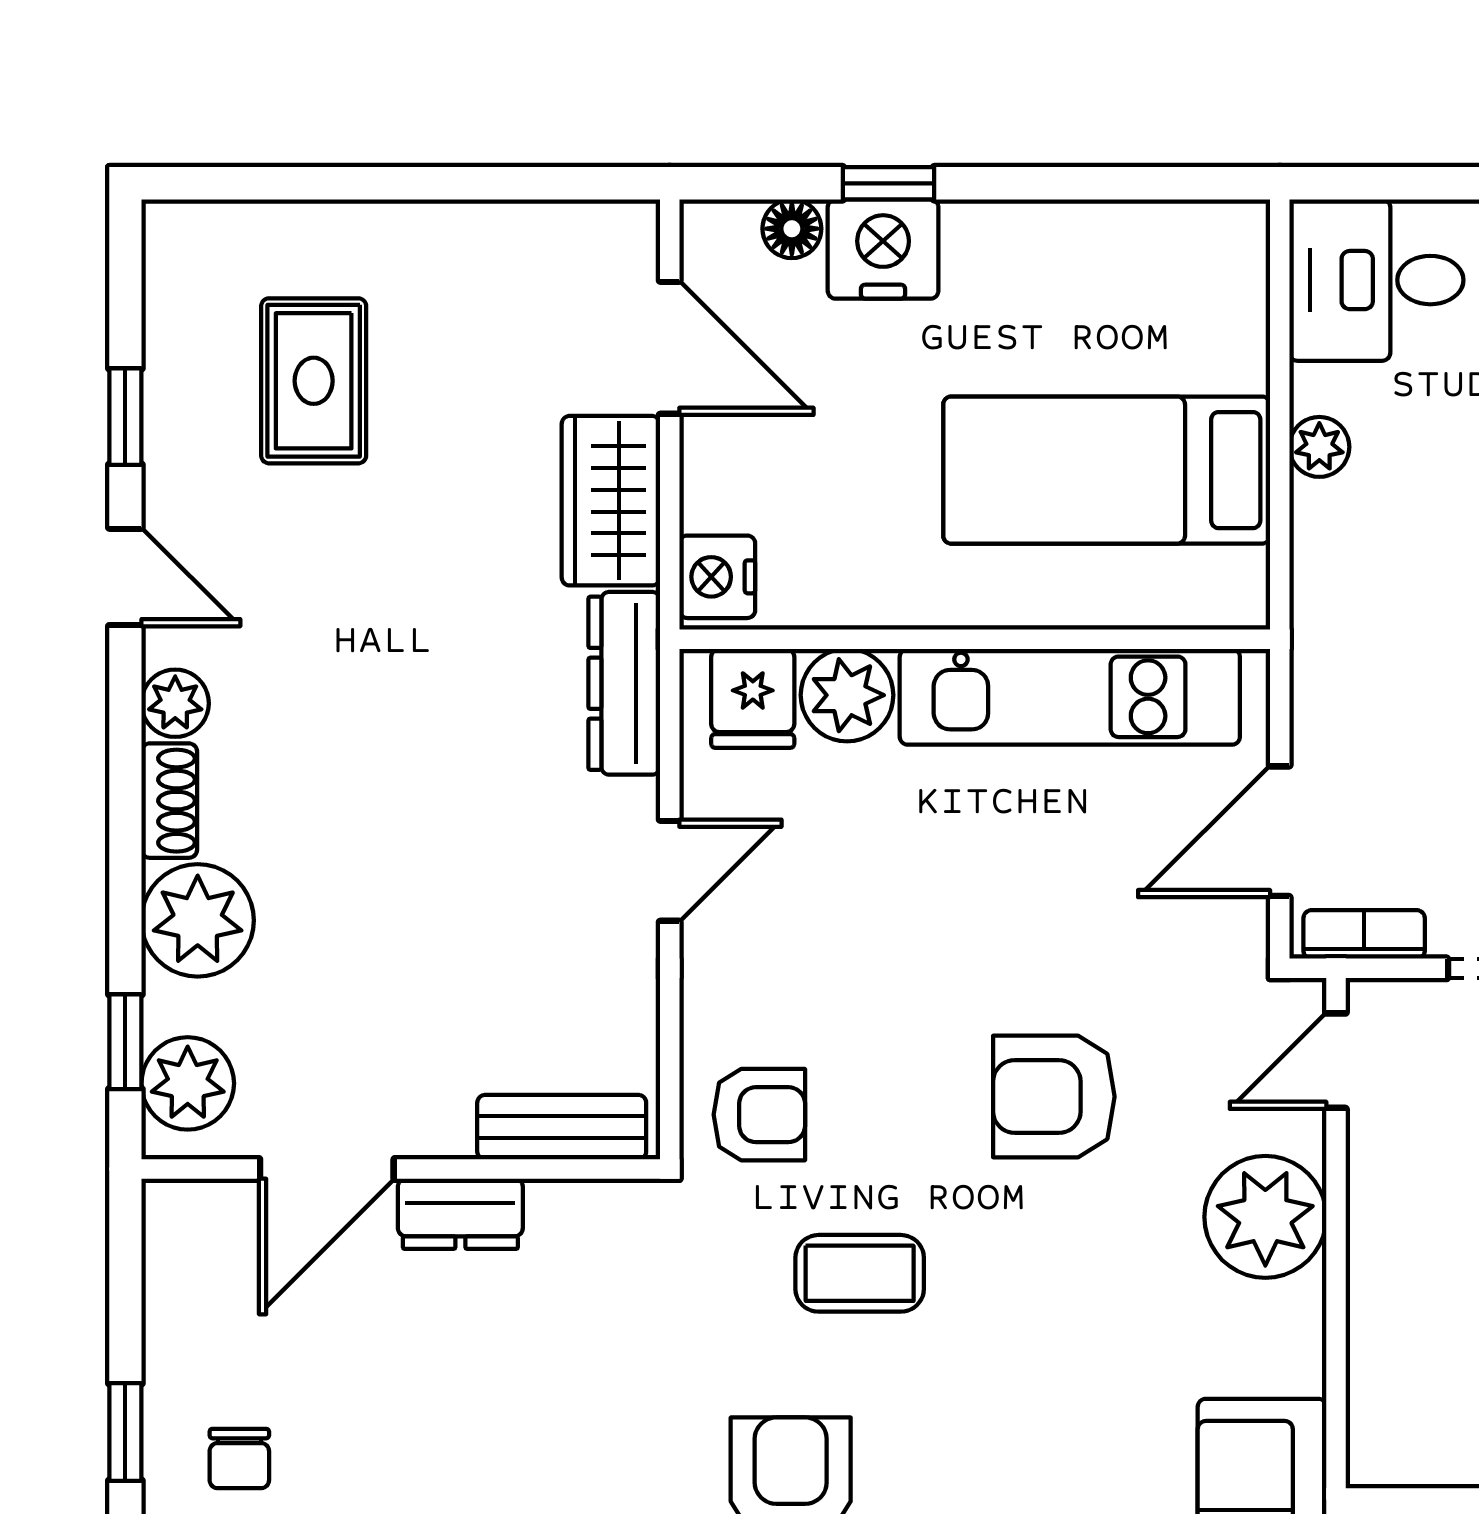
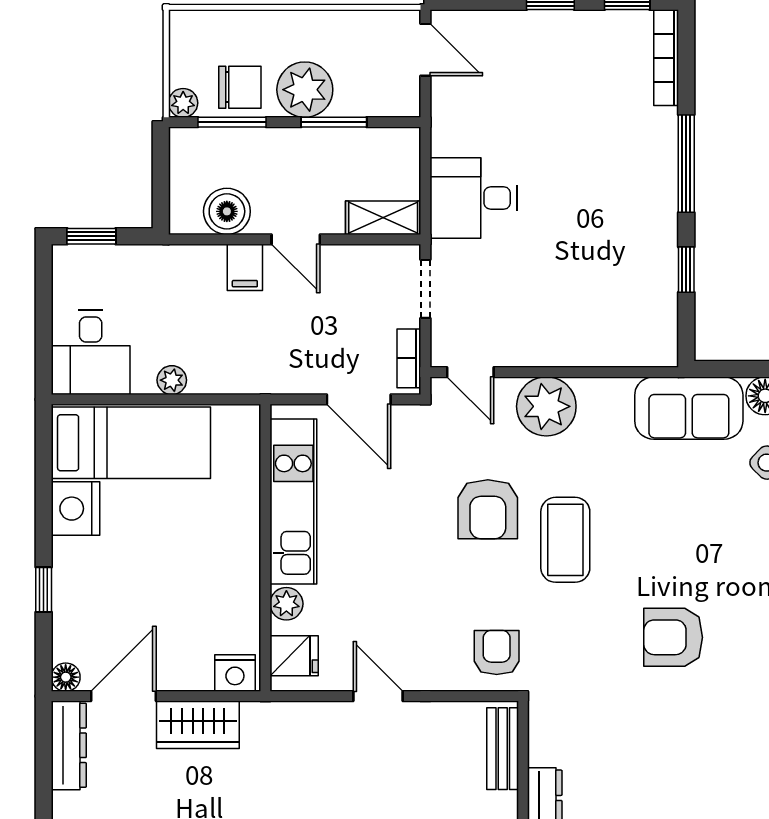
floor lamp: (792, 229) -> (66, 677), moved
nightstand: (883, 249) -> (76, 509), moved
bed: (1107, 470) -> (131, 443), moved, turned -90
dresser: (624, 683) -> (69, 745), moved, turned -90
plant: (847, 695) -> (286, 604), width x0.73, depth x0.73
coffee table: (860, 1273) -> (565, 540), moved, width x1.36, depth x1.30

